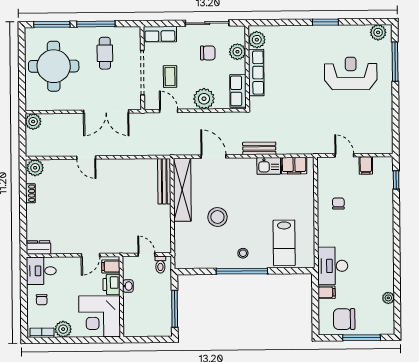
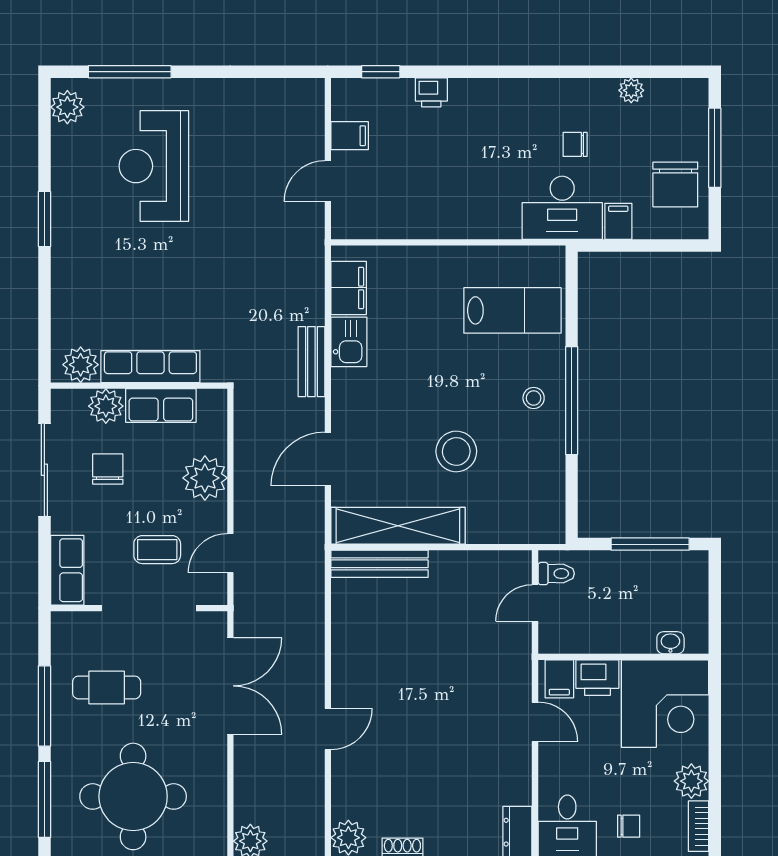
row of seats: (238, 91) -> (161, 406), moved
chair: (338, 203) -> (575, 144), moved
printer: (387, 204) -> (431, 92), added
washbasin: (128, 286) -> (670, 643), moved

